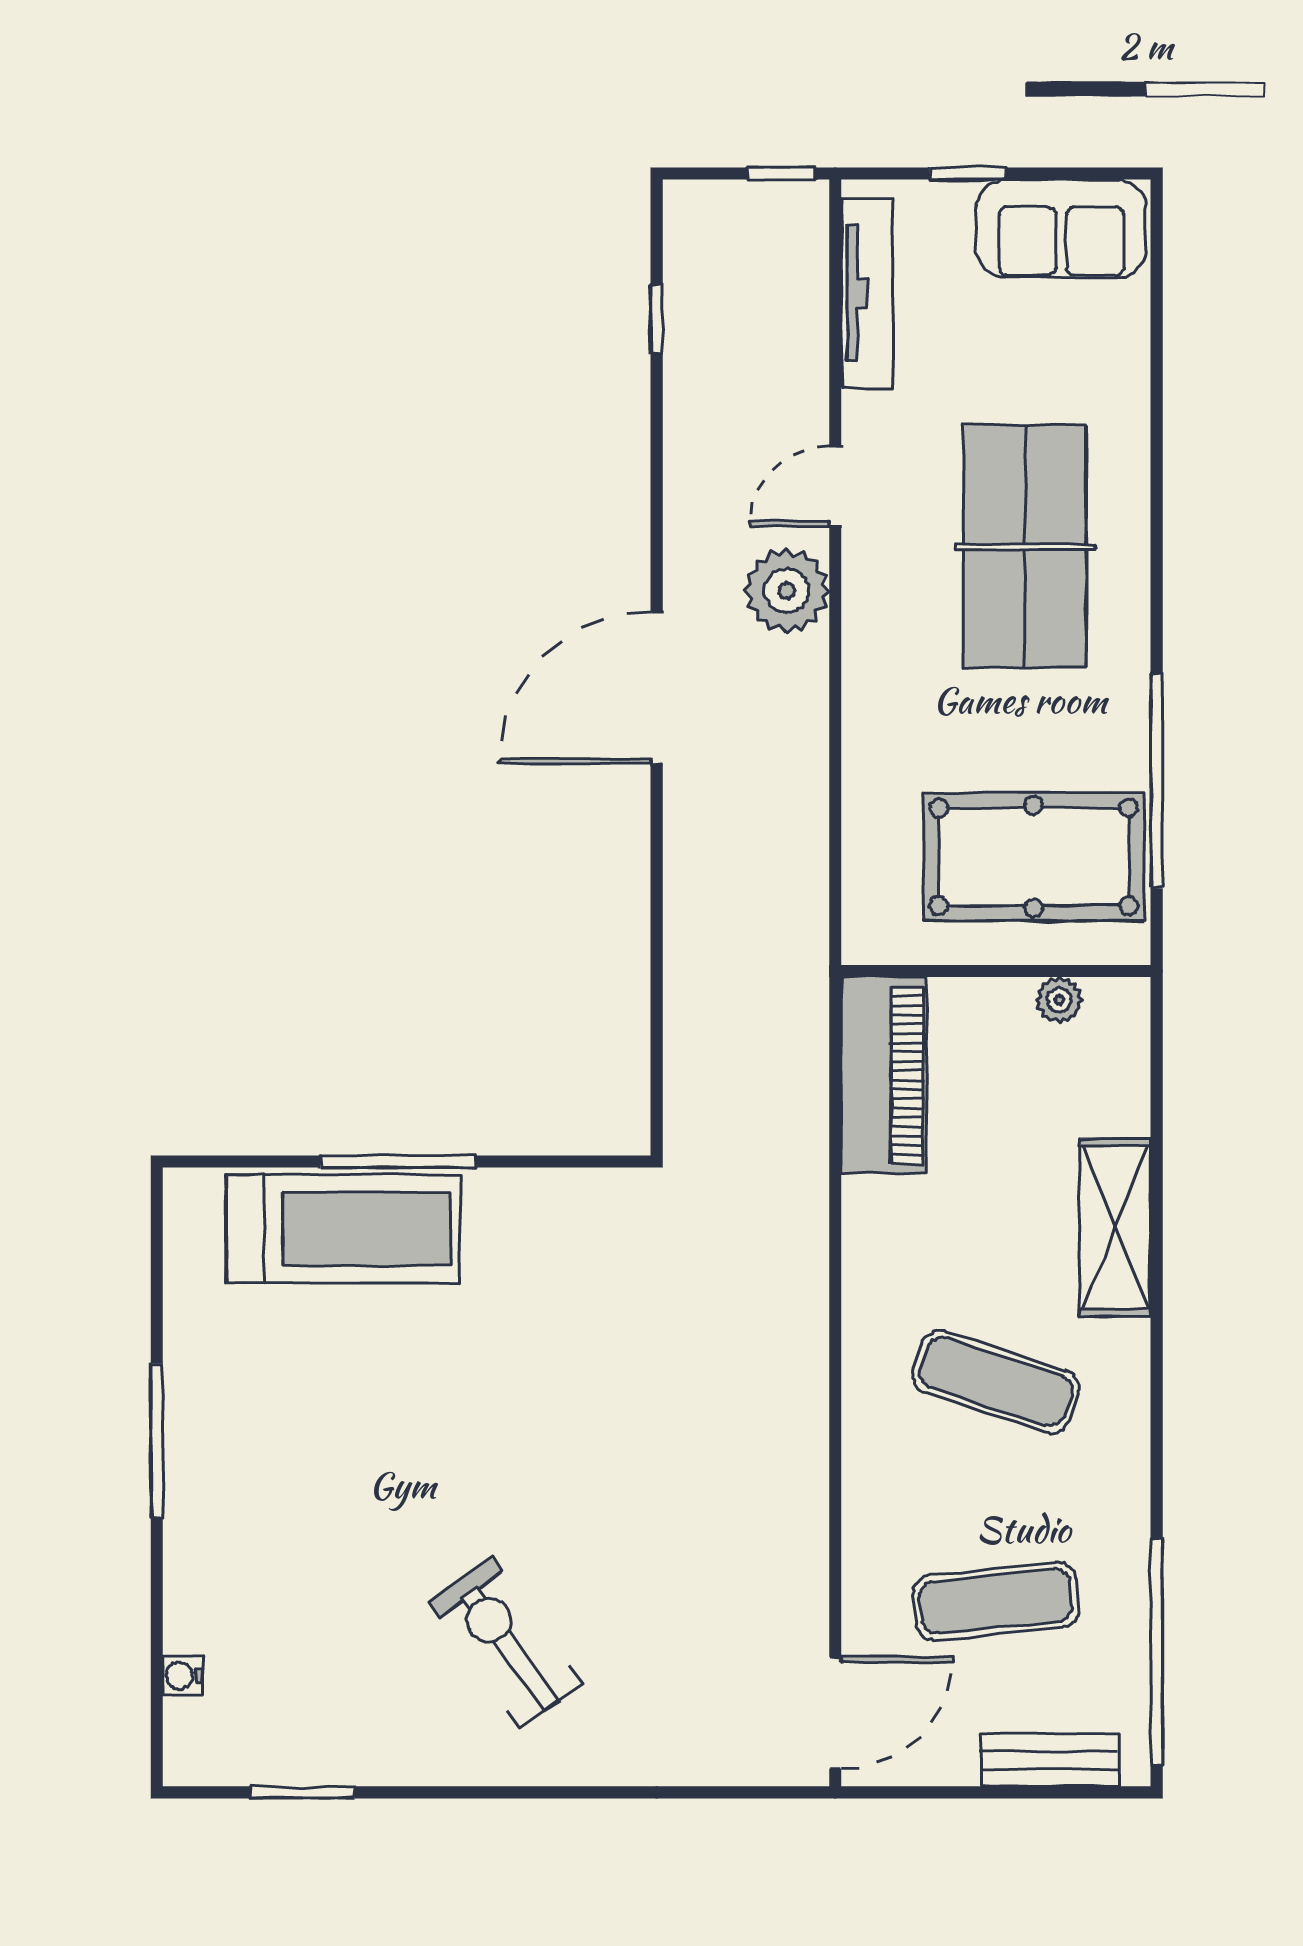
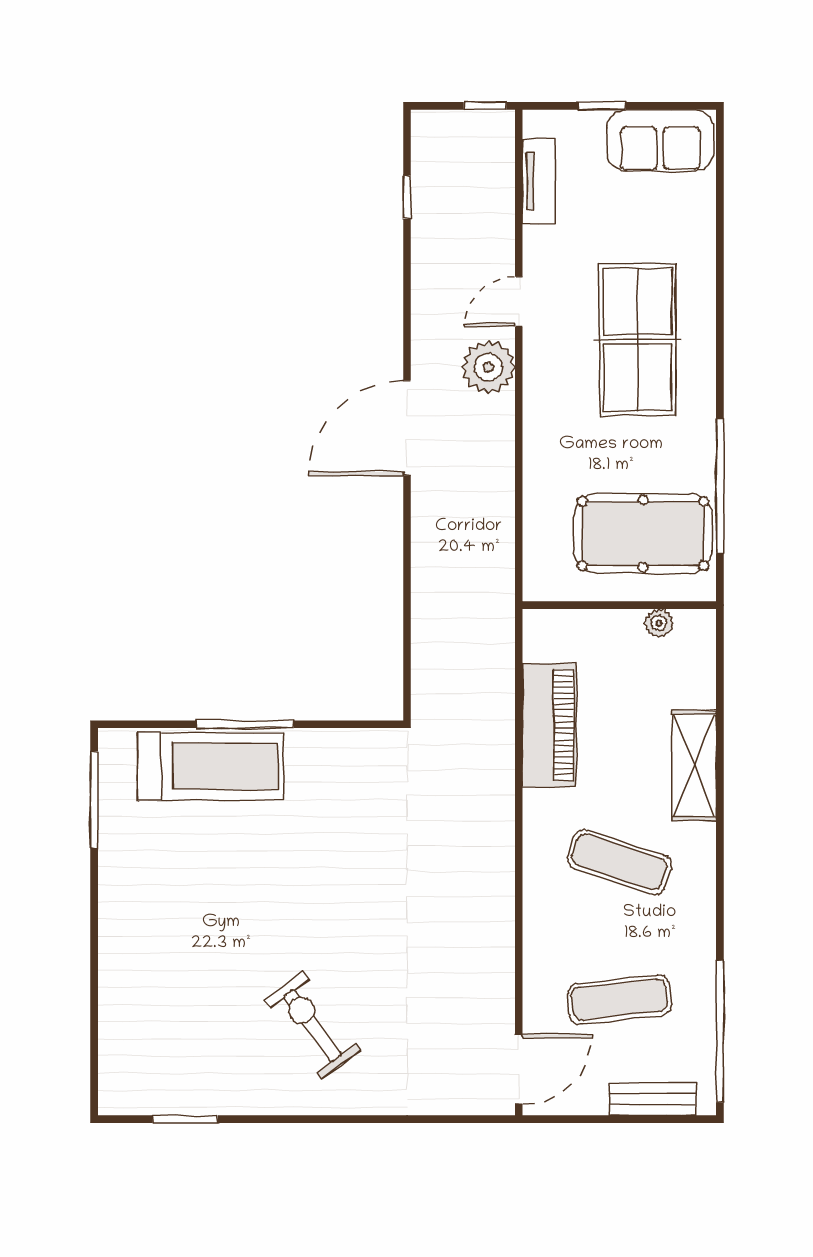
tv unit: (867, 294) -> (539, 181), width x0.71
piano: (884, 1075) -> (549, 725), moved
window: (157, 1441) -> (94, 800), moved
water cooler: (183, 1676) -> (110, 1046), removed

